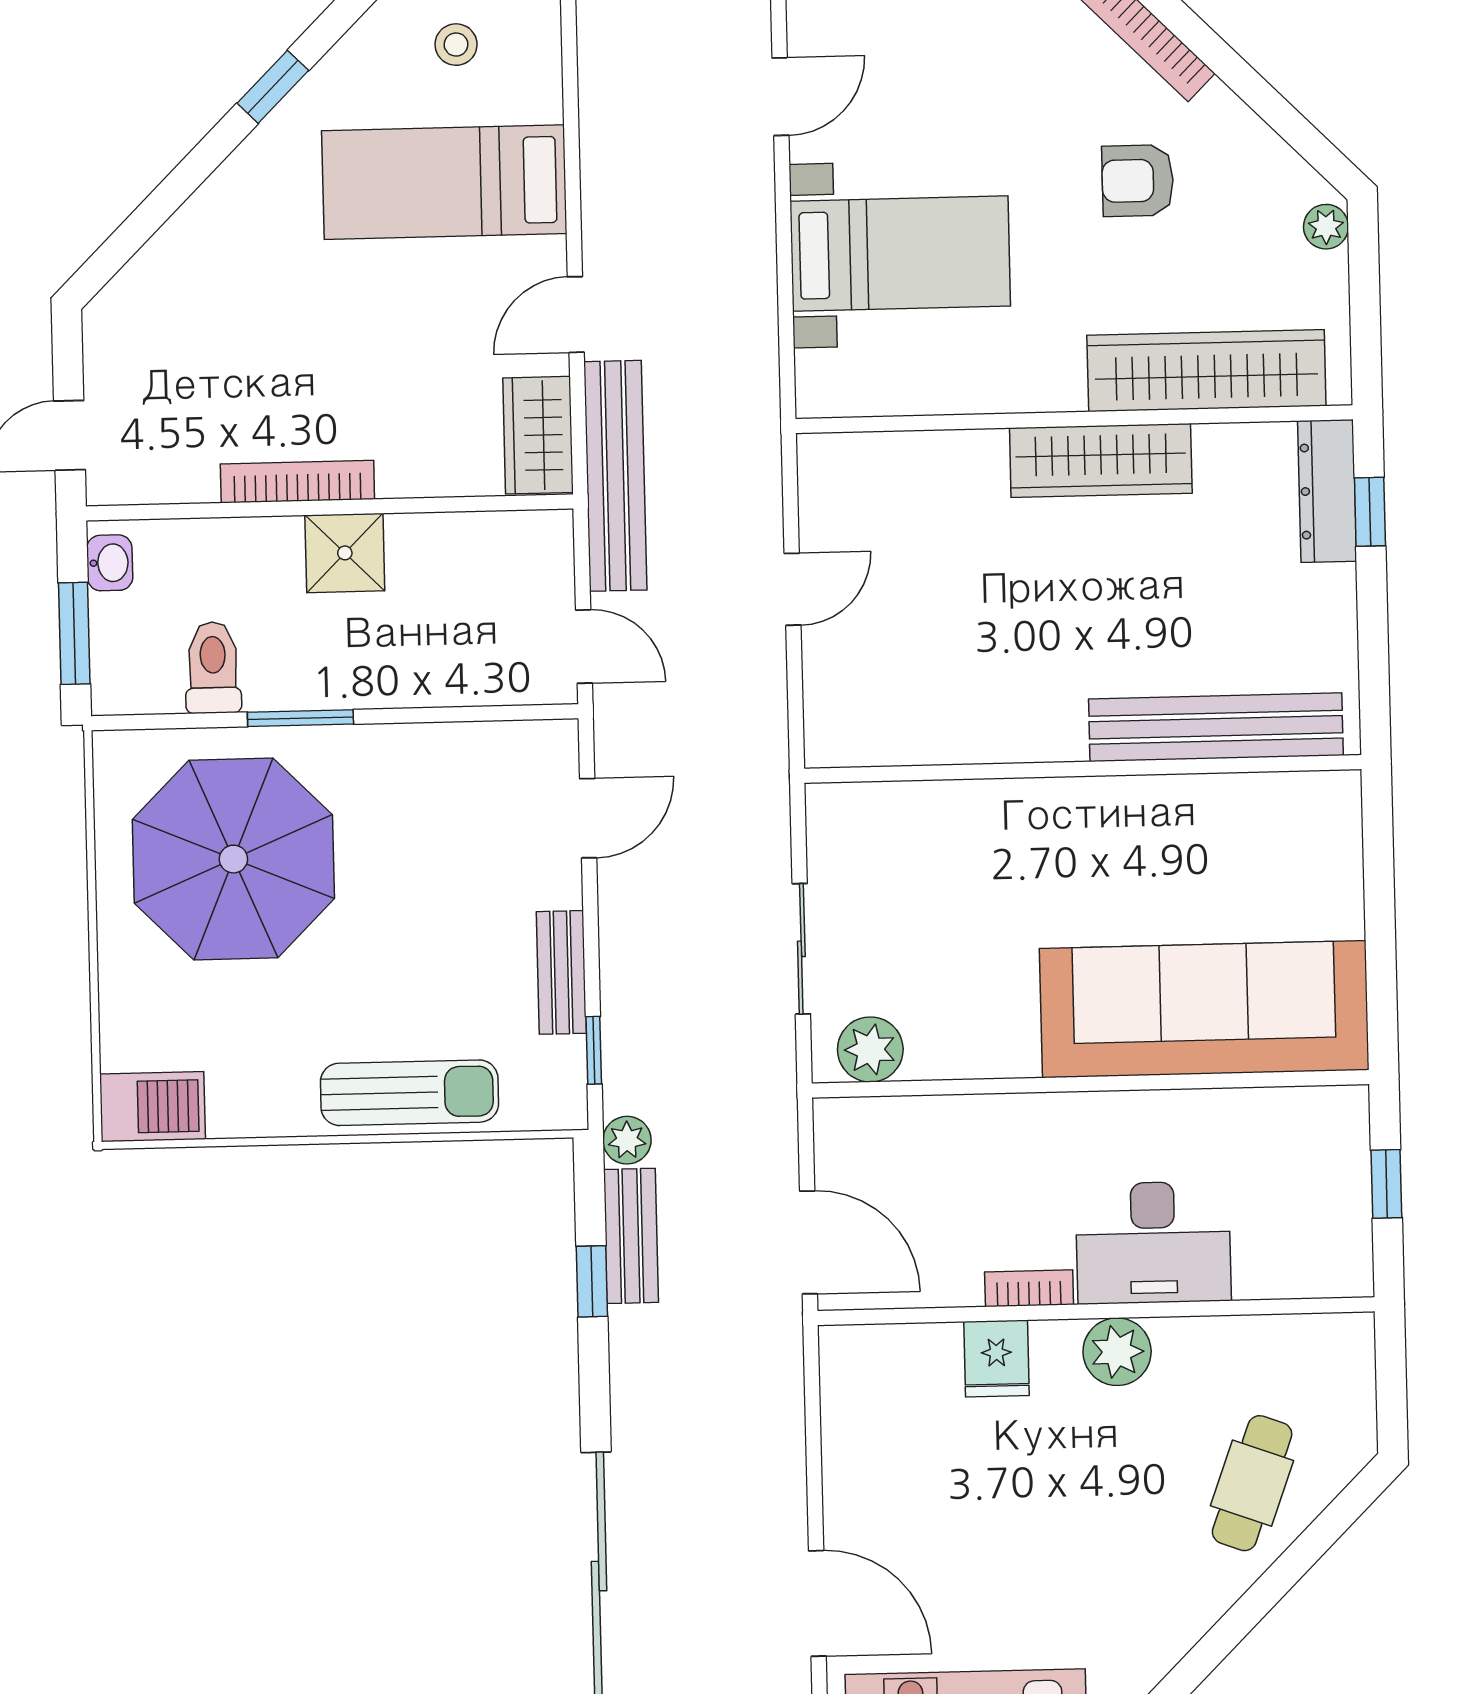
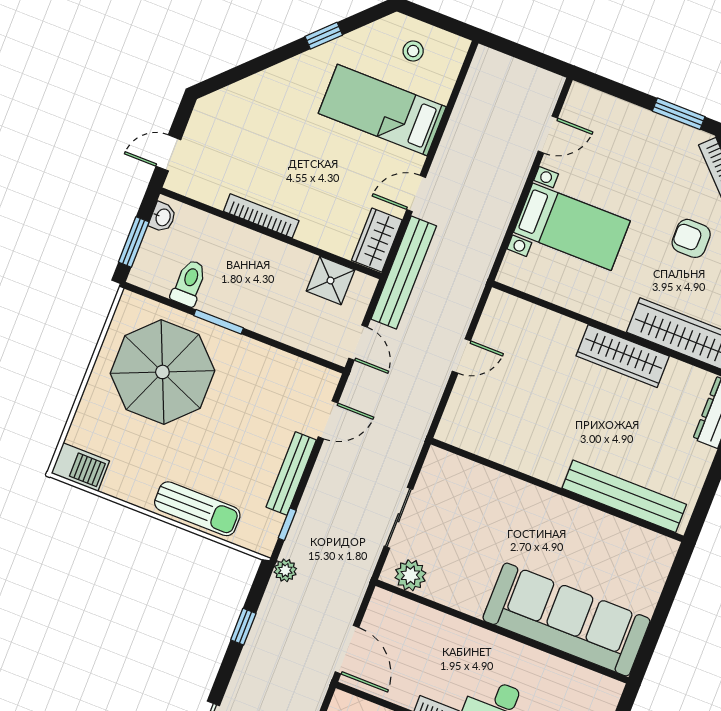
shower: (345, 553) -> (330, 280), moved
bench: (561, 972) -> (291, 473), width x1.36
bench: (631, 1236) -> (269, 614), removed

